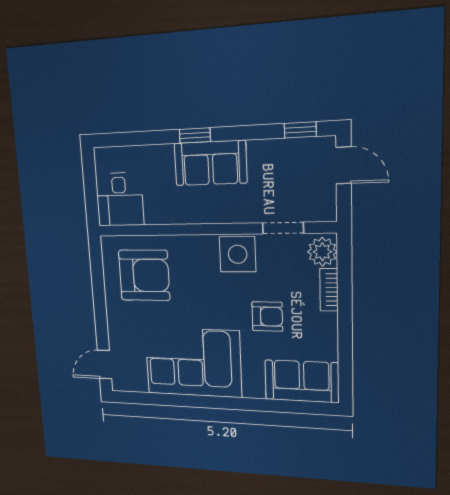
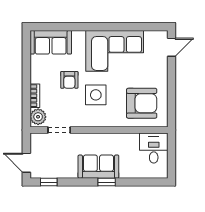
side table: (238, 254) -> (96, 95), moved
armchair: (144, 275) -> (142, 103), turned 180
armchair: (267, 316) -> (69, 80), turned -90

